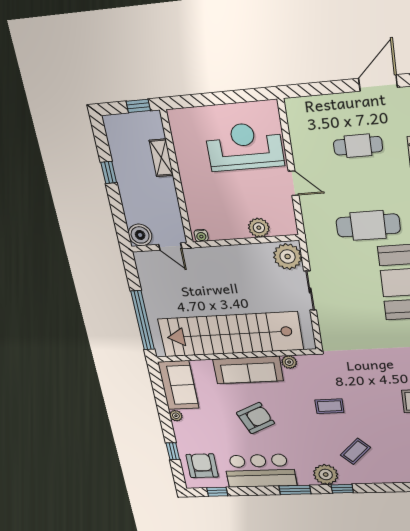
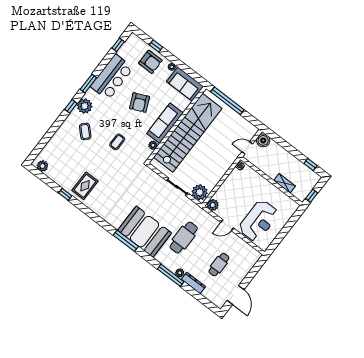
window: (109, 172) -> (310, 165), moved
plant: (259, 228) -> (213, 205), moved
armchair: (202, 466) -> (150, 62), moved

